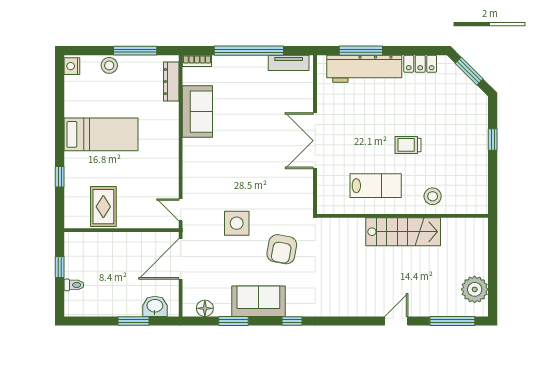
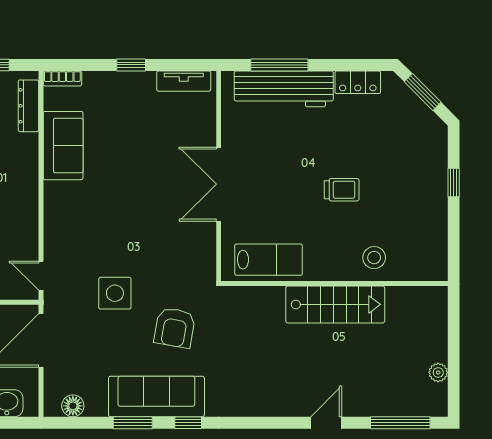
window: (249, 51) -> (131, 65), width x0.32
trolley: (408, 145) -> (342, 190), turned 180
lab bench: (376, 186) -> (269, 260), moved
plant: (475, 289) -> (438, 372), width x0.53, depth x0.53
sofa: (258, 301) -> (156, 396), width x1.36
window: (233, 321) -> (133, 423), moved

